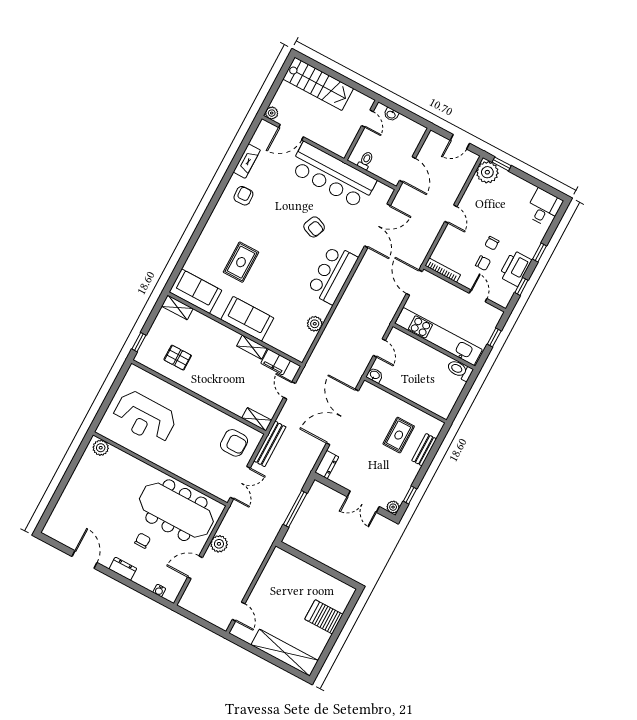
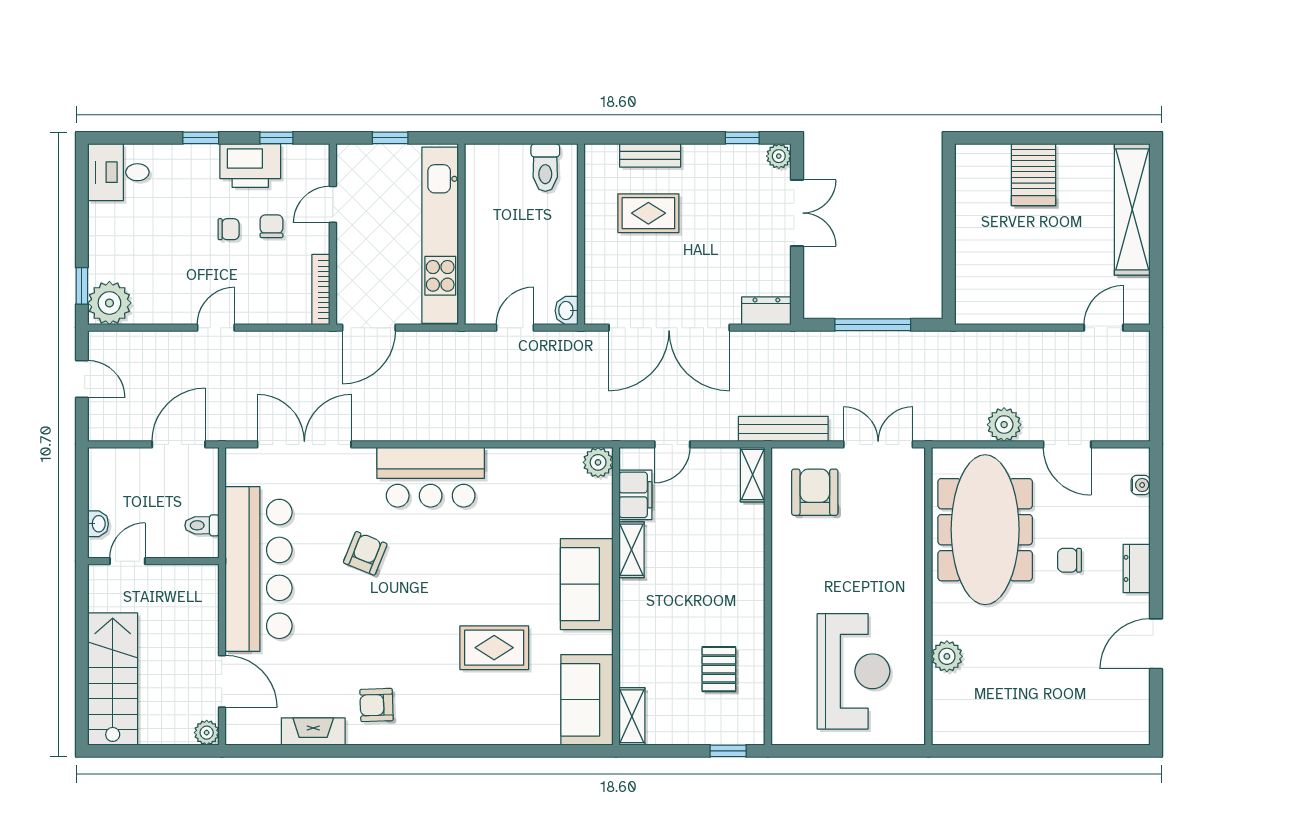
plant: (315, 324) -> (598, 462), moved
toilet: (460, 370) -> (545, 168), moved
plant: (101, 448) -> (947, 656), moved

